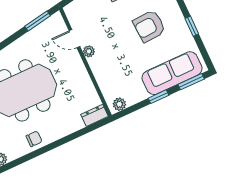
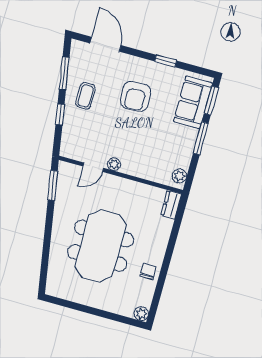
sofa: (172, 73) -> (193, 102), width x0.73
window: (159, 97) -> (201, 138), width x1.50

